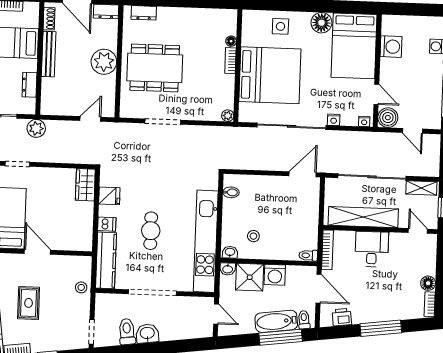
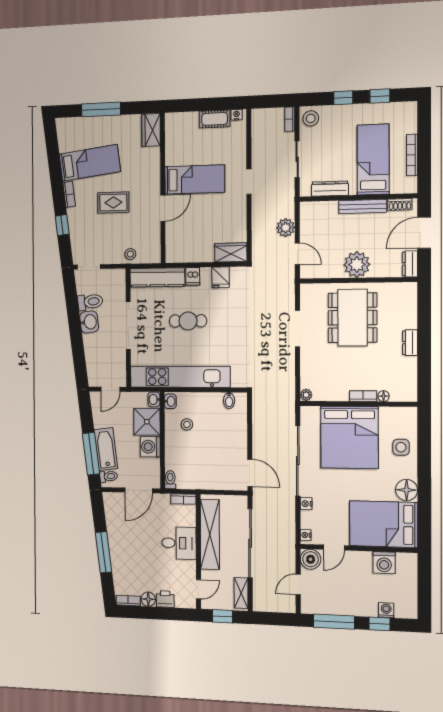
dresser: (144, 13) -> (410, 343), moved
dresser: (29, 85) -> (330, 189), width x1.44
plant: (36, 128) -> (286, 228), moved
bookcase: (327, 250) -> (183, 499), width x0.64
printer: (342, 317) -> (165, 599), moved, turned -83

